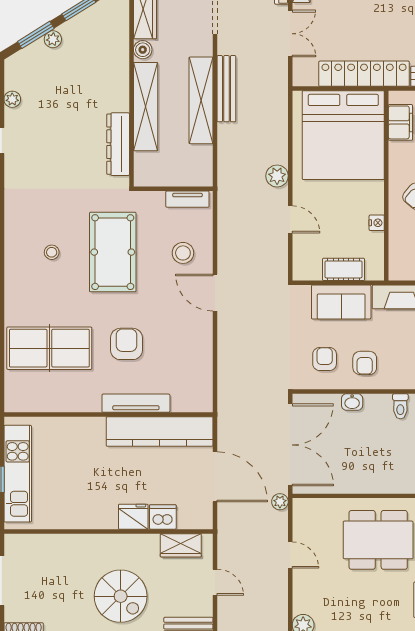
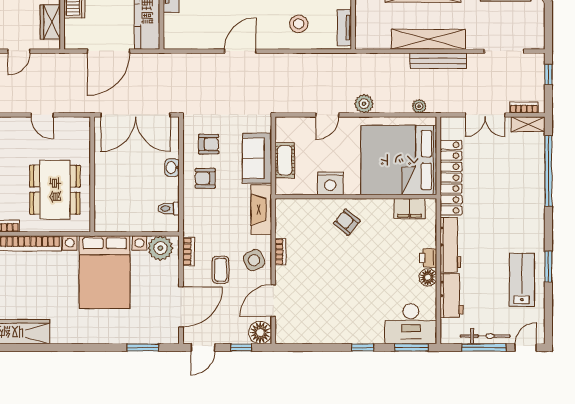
nightstand: (377, 223) -> (330, 183), width x1.89, depth x1.79
door: (215, 293) -> (240, 51), moved
plant: (280, 502) -> (419, 106), moved
door: (290, 555) -> (42, 115), hinge flipped

